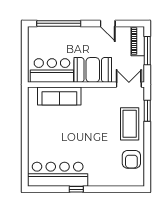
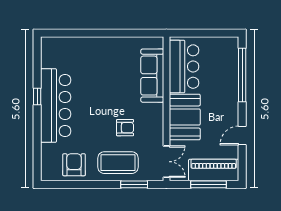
piano: (138, 41) -> (214, 170), width x1.37, depth x1.33
armchair: (101, 118) -> (125, 128), added
armchair: (131, 159) -> (74, 165), turned 90
bar counter: (58, 174) -> (56, 105), moved

